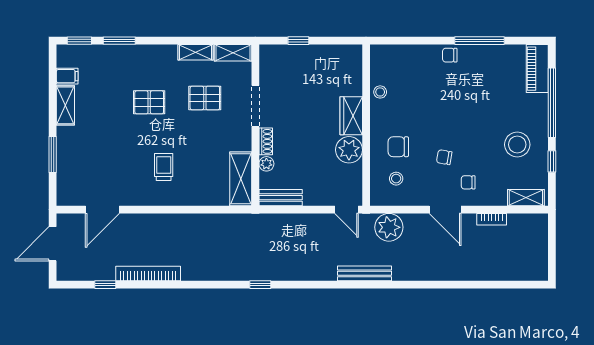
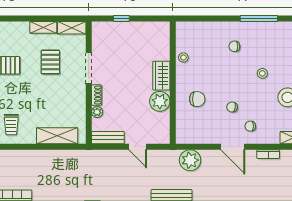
chair: (450, 55) -> (234, 46), moved
pallet: (205, 98) -> (50, 62), turned 90
chair: (398, 147) -> (197, 99), turned 180
trolley: (164, 167) -> (11, 125), moved, turned 180
shelving: (241, 179) -> (57, 136), moved, turned 90
stool: (396, 179) -> (262, 73), moved
door: (346, 210) -> (138, 147), moved

